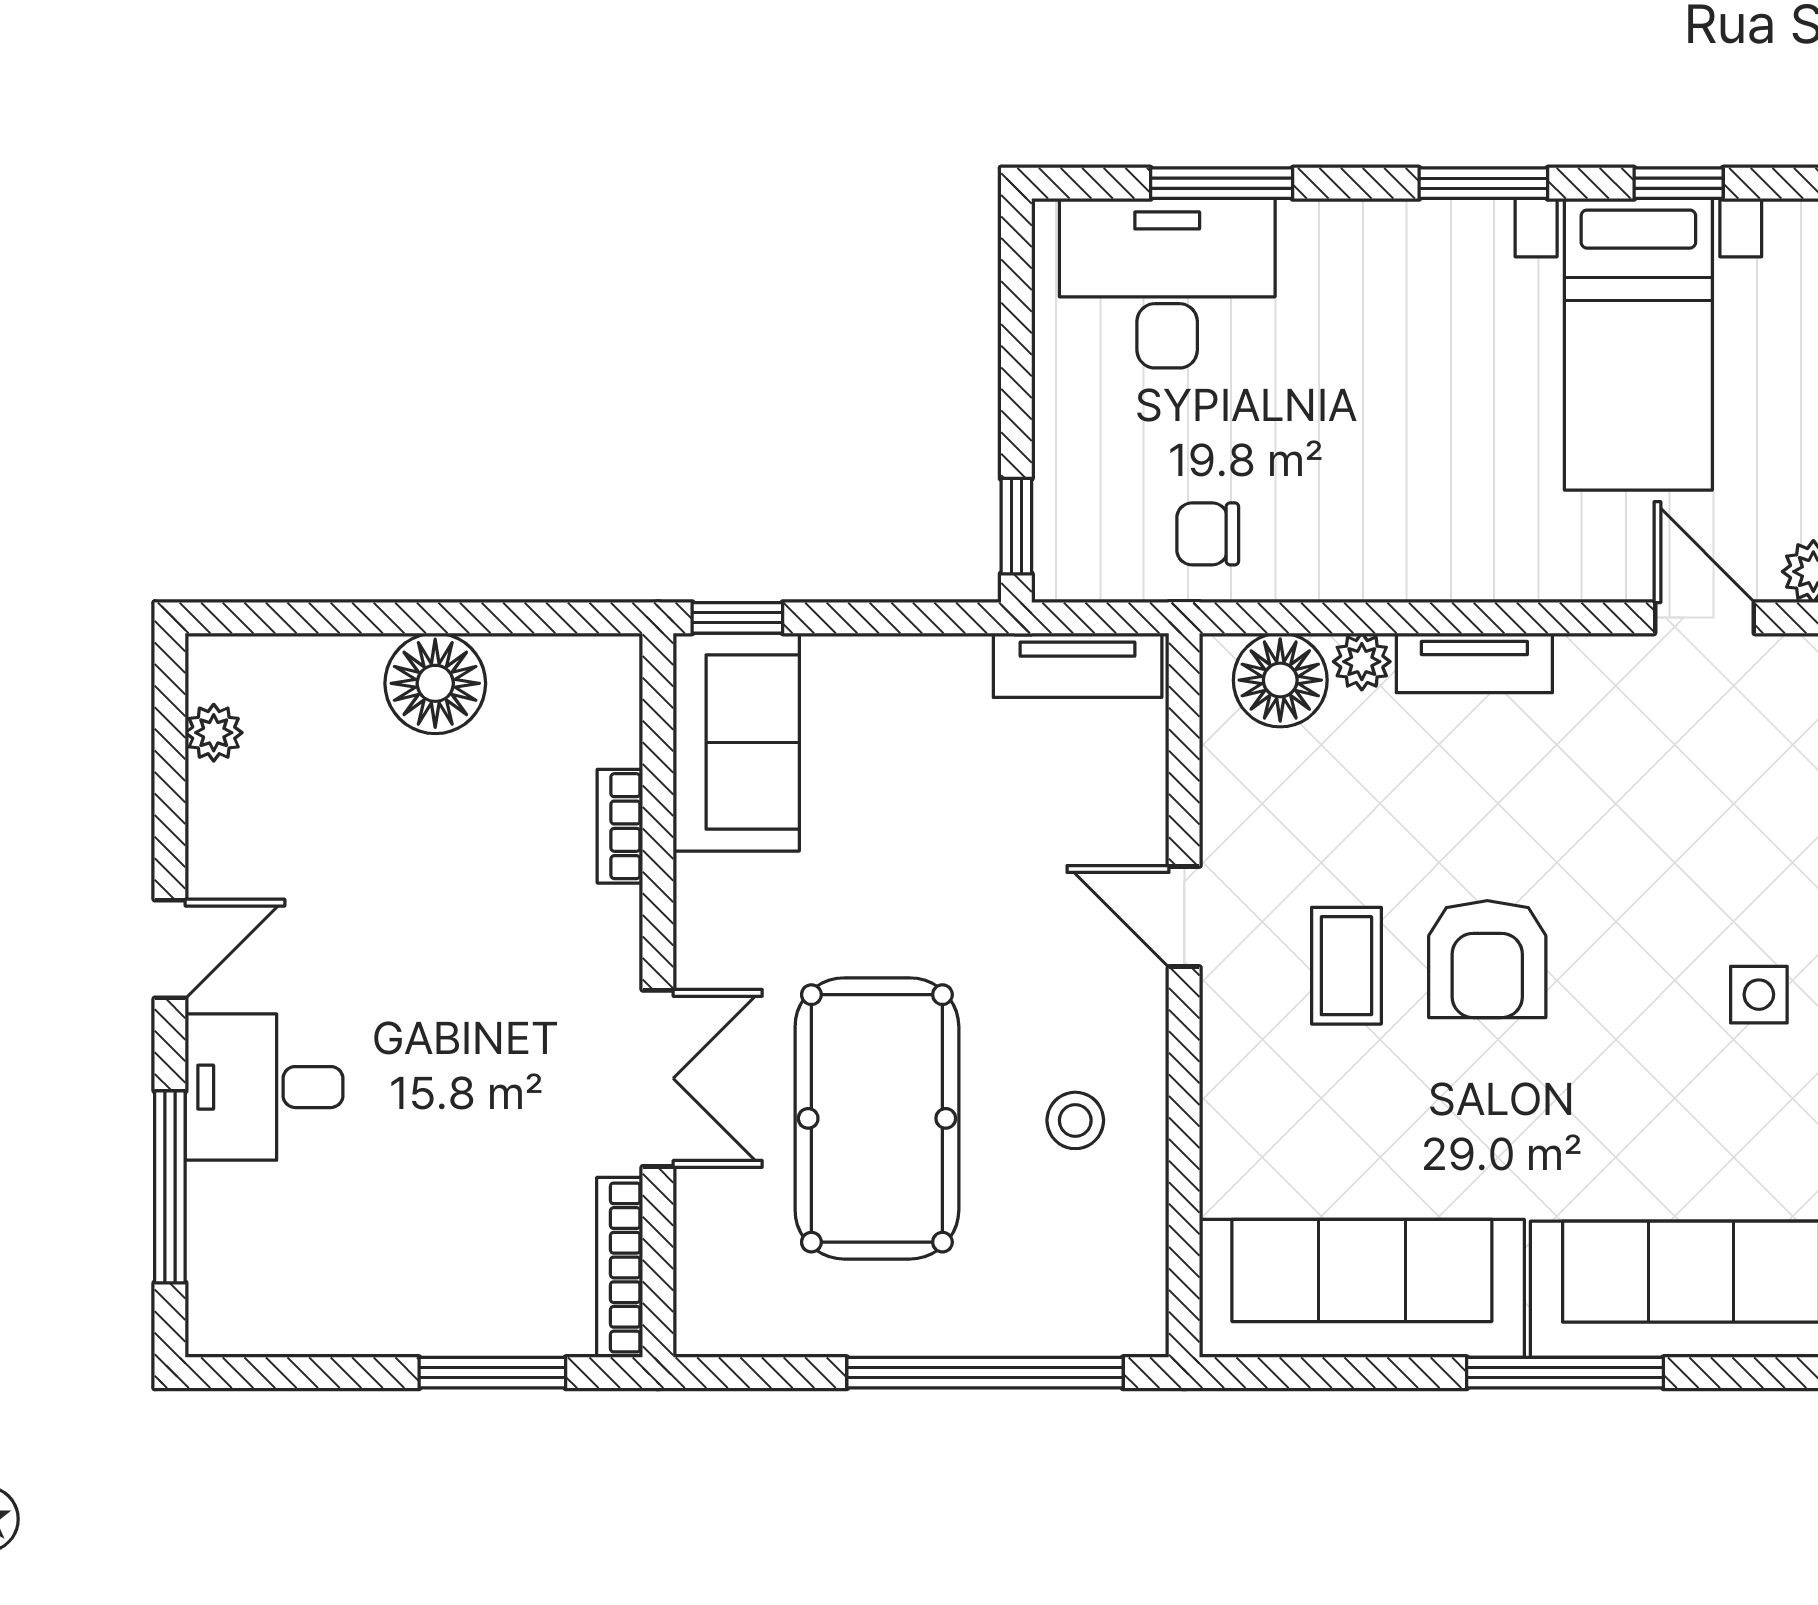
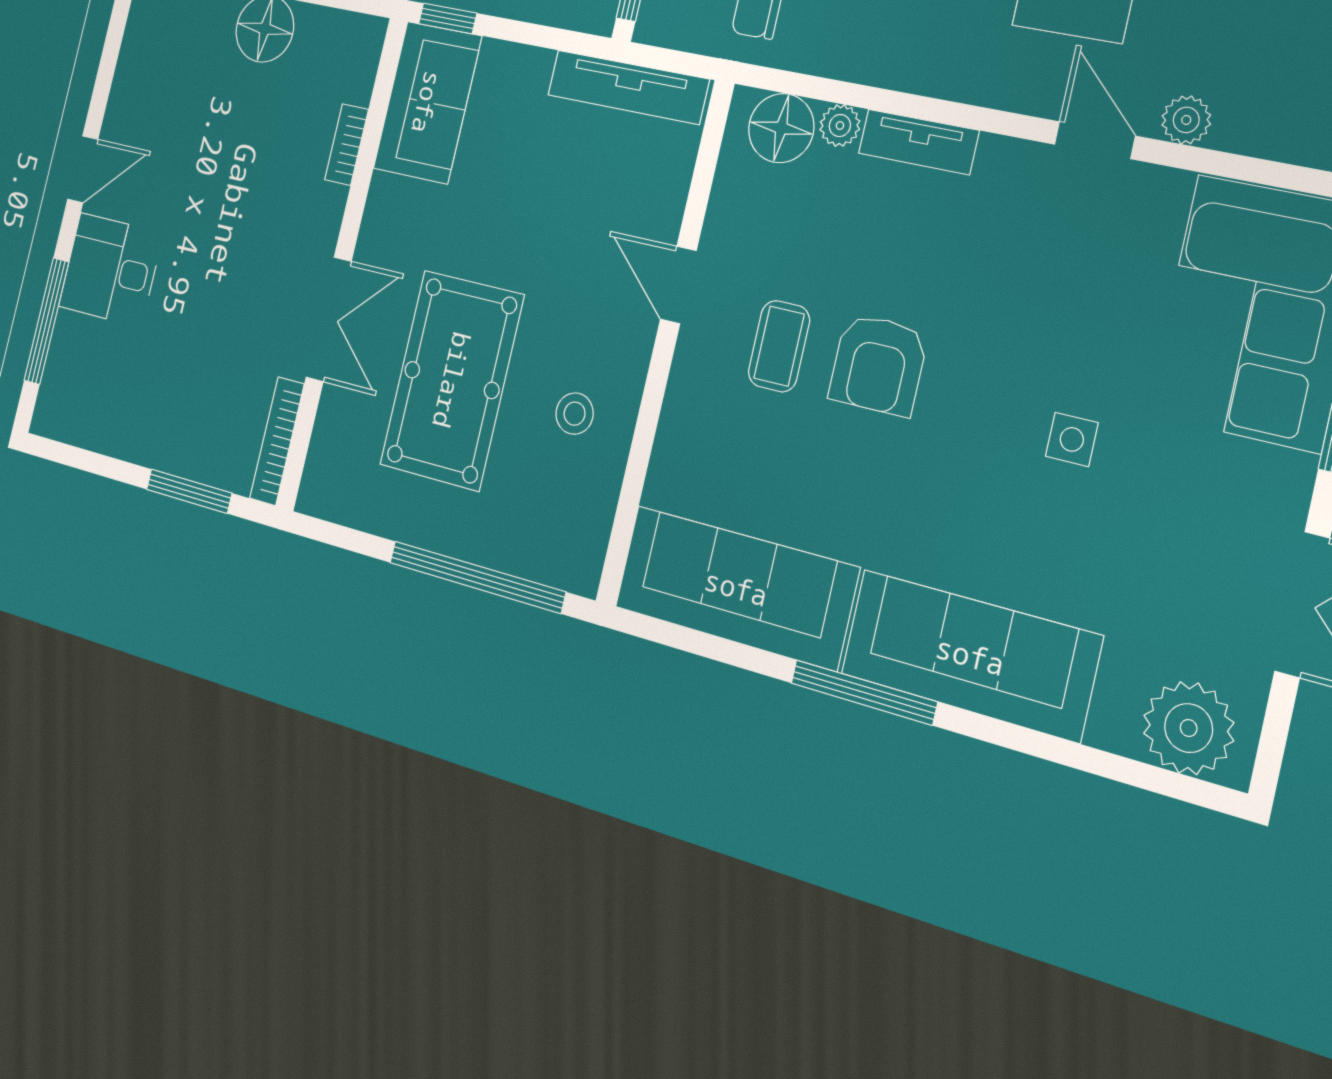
tv unit: (1078, 665) -> (628, 87), width x1.41
plant: (214, 733) -> (138, 37), removed

